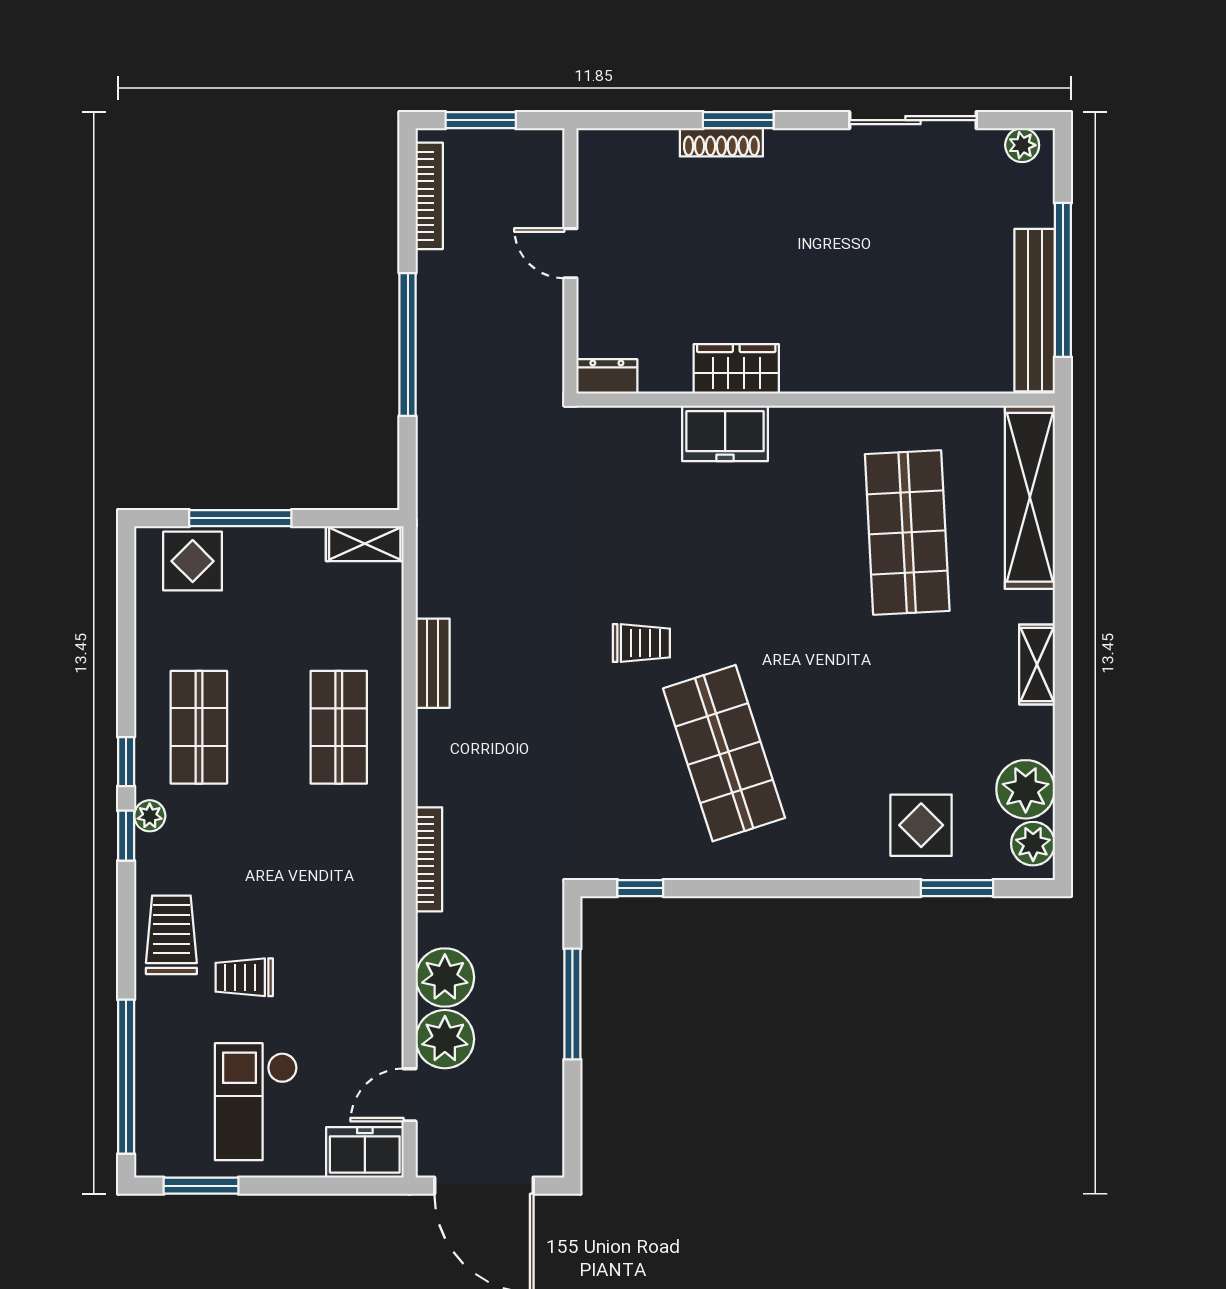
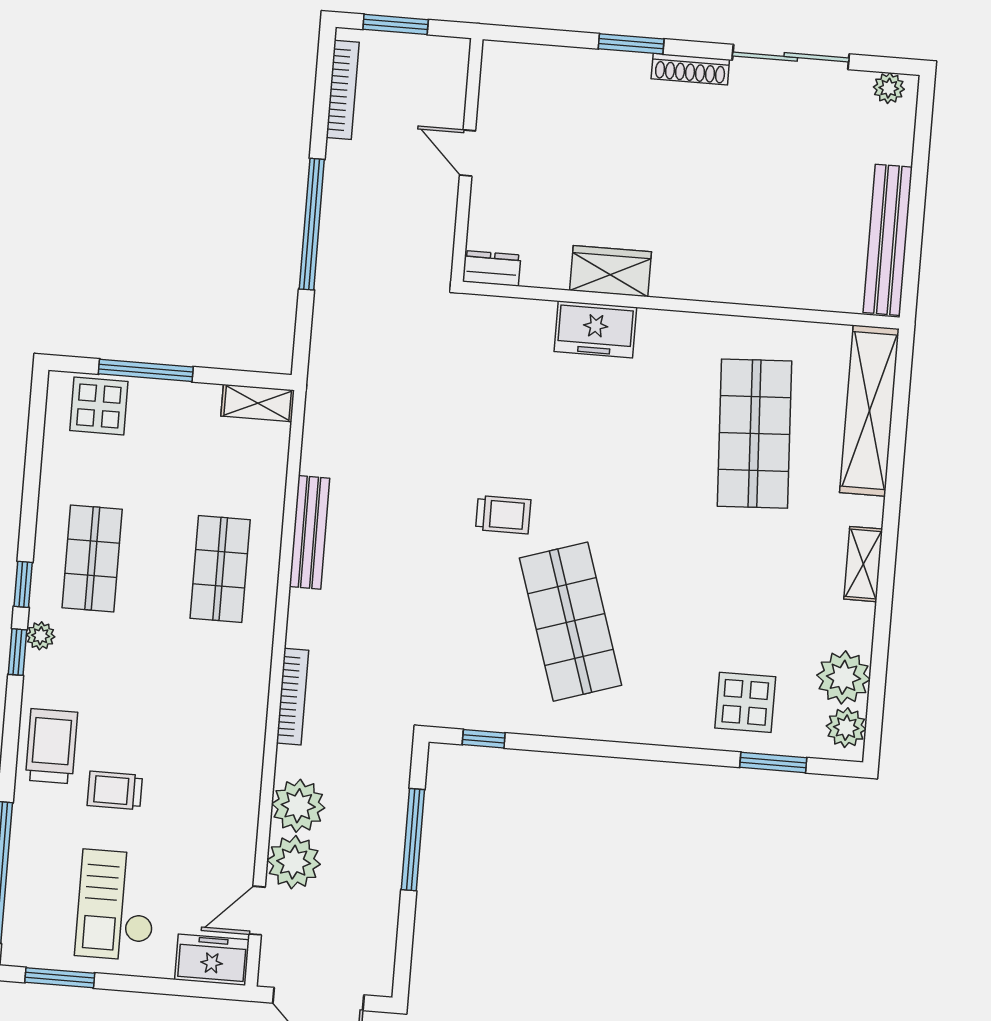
shoe rack: (721, 142) -> (690, 69), moved
window: (1063, 280) -> (916, 214), removed
bench: (433, 663) -> (310, 532), width x1.36

